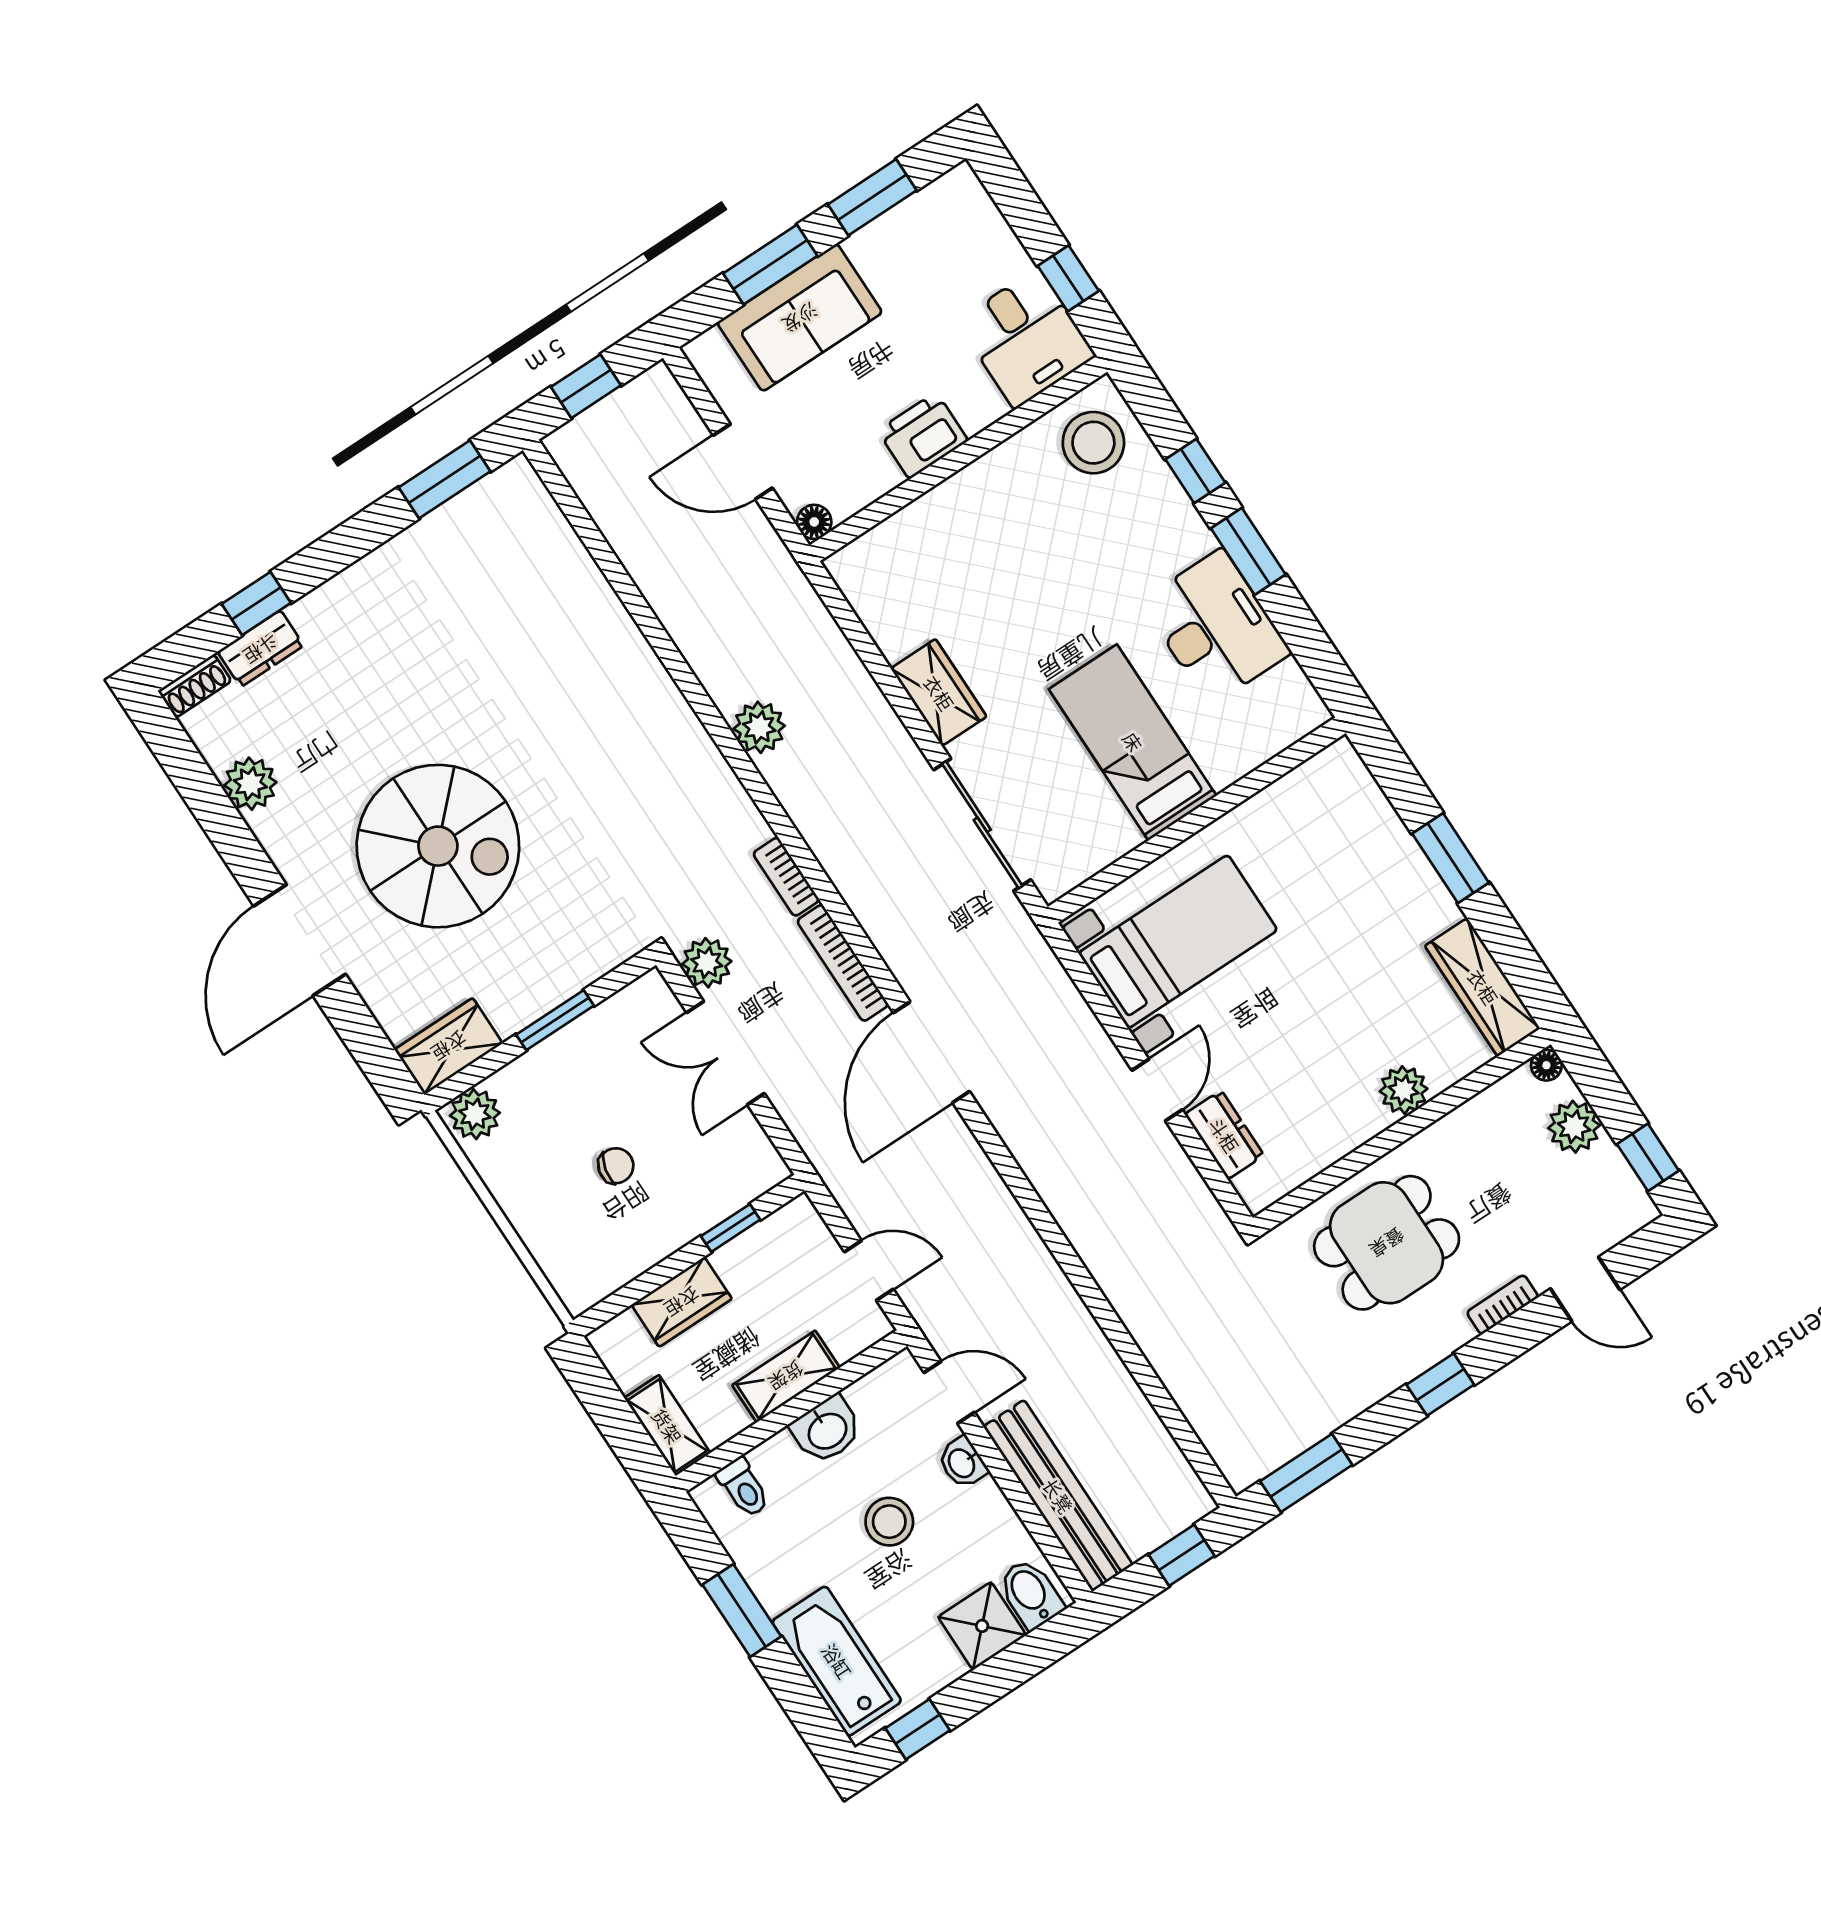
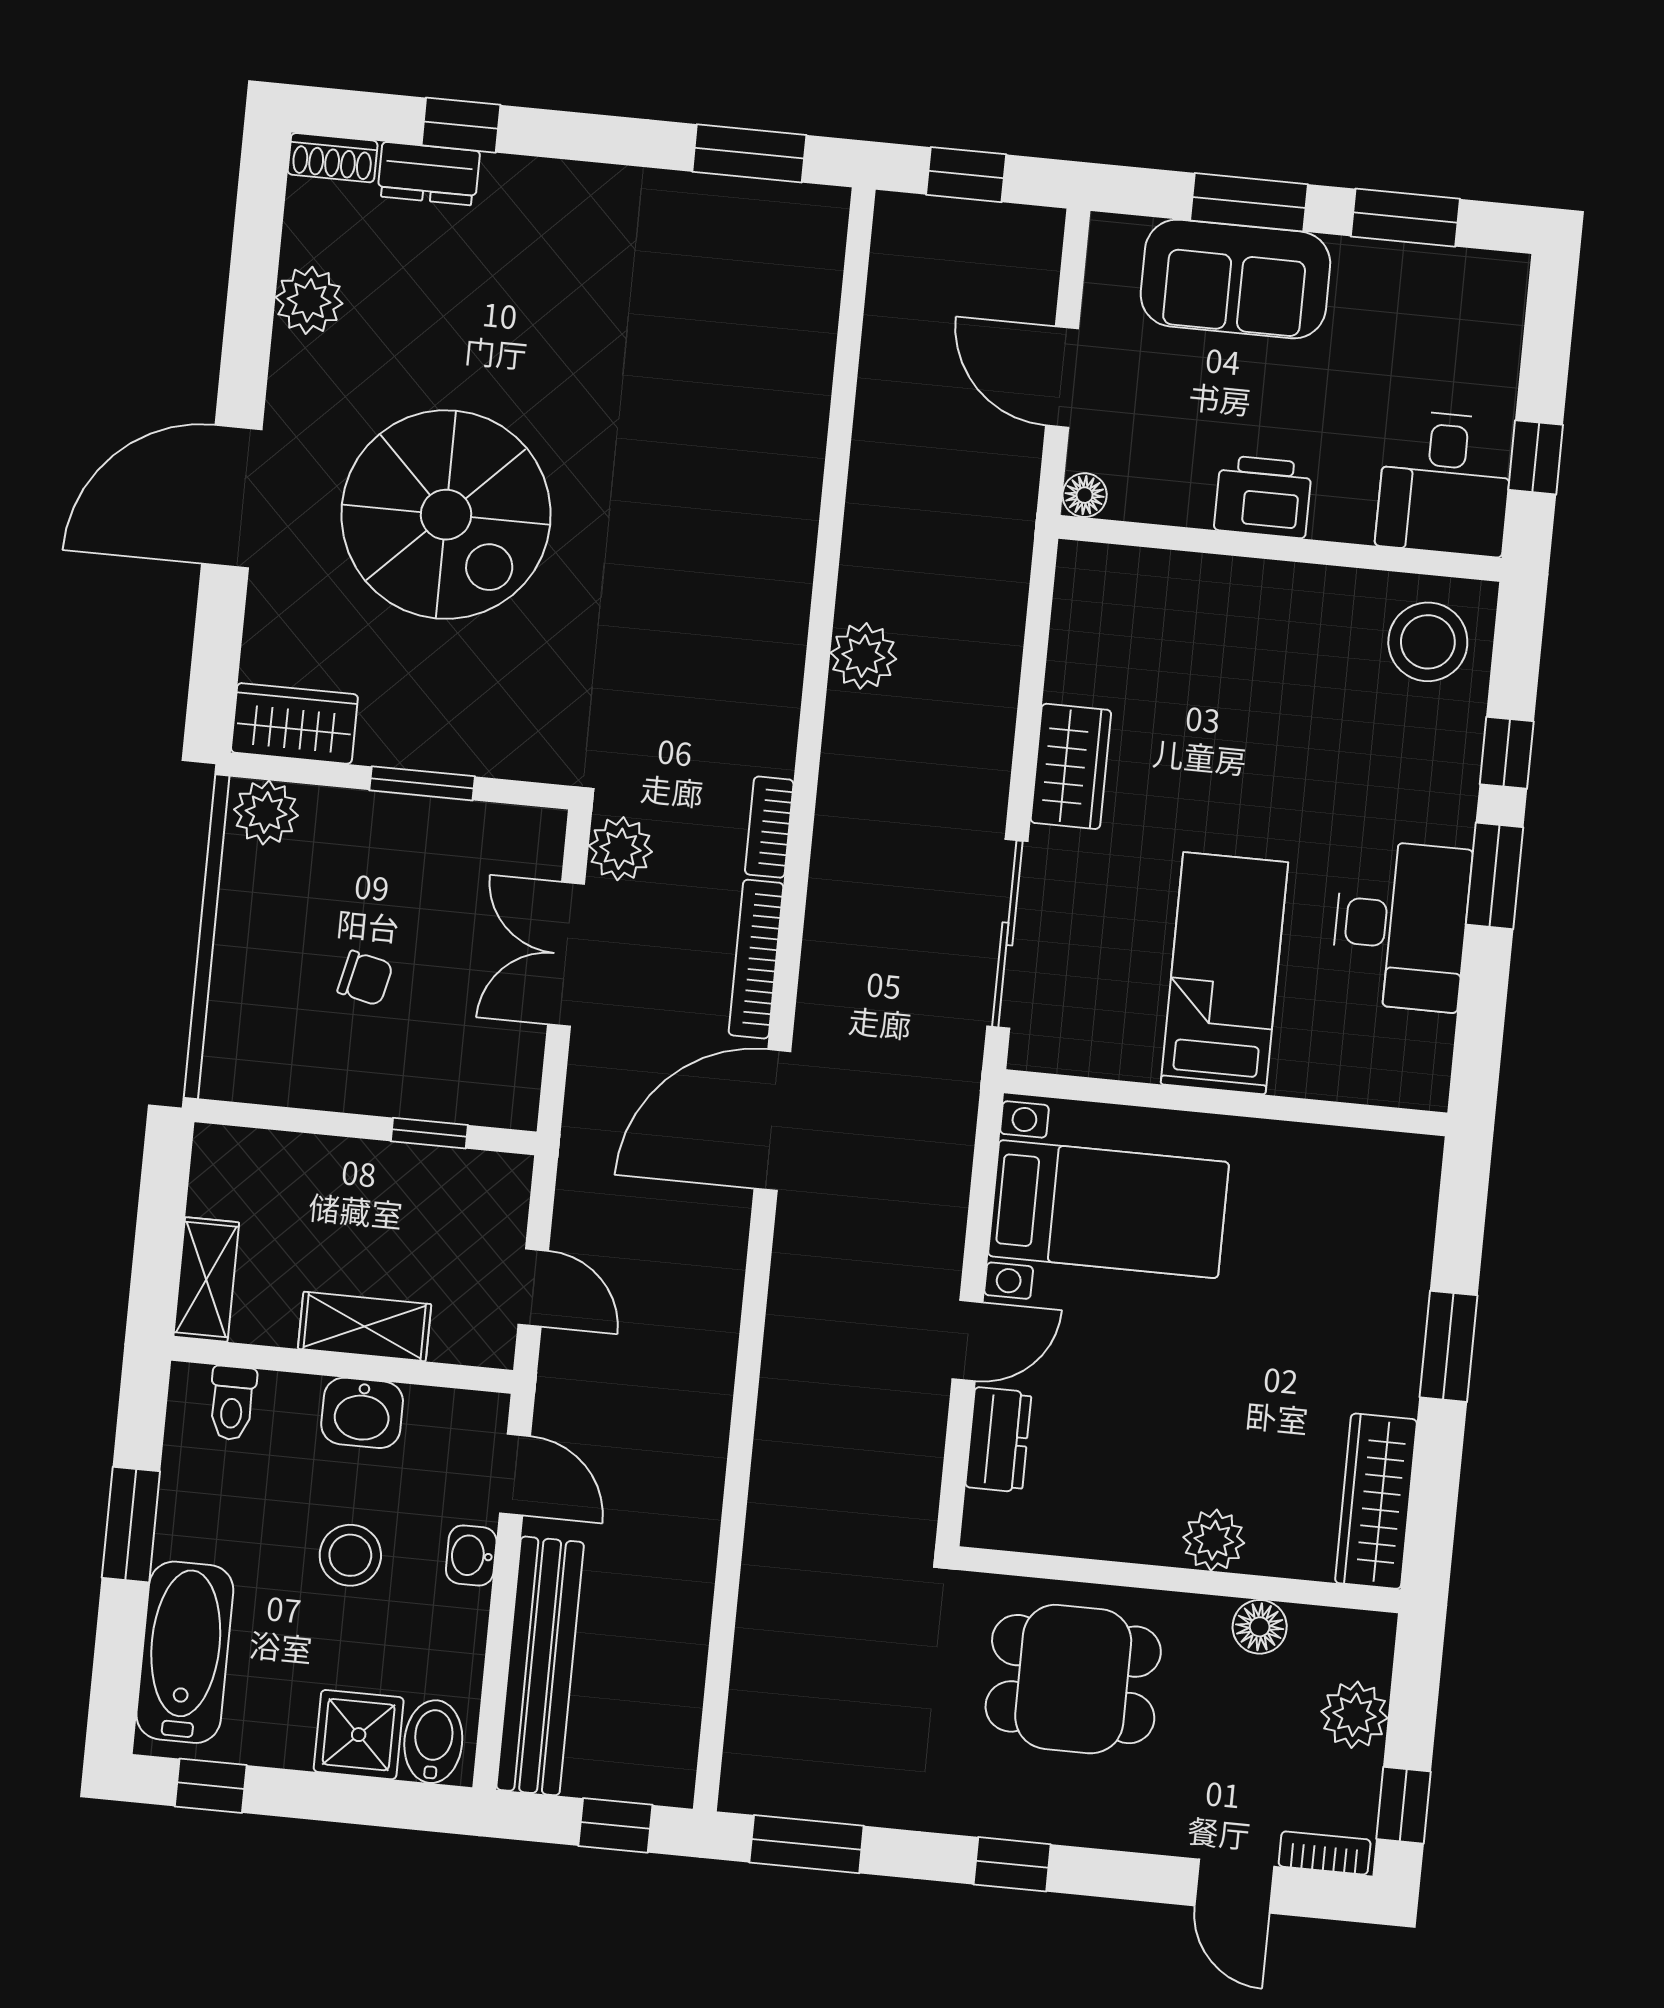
floor lamp: (1546, 1065) -> (1260, 1627), moved, width x1.37, depth x1.37
wardrobe: (682, 1302) -> (321, 1167), removed
bookcase: (1503, 1305) -> (1325, 1853), moved

